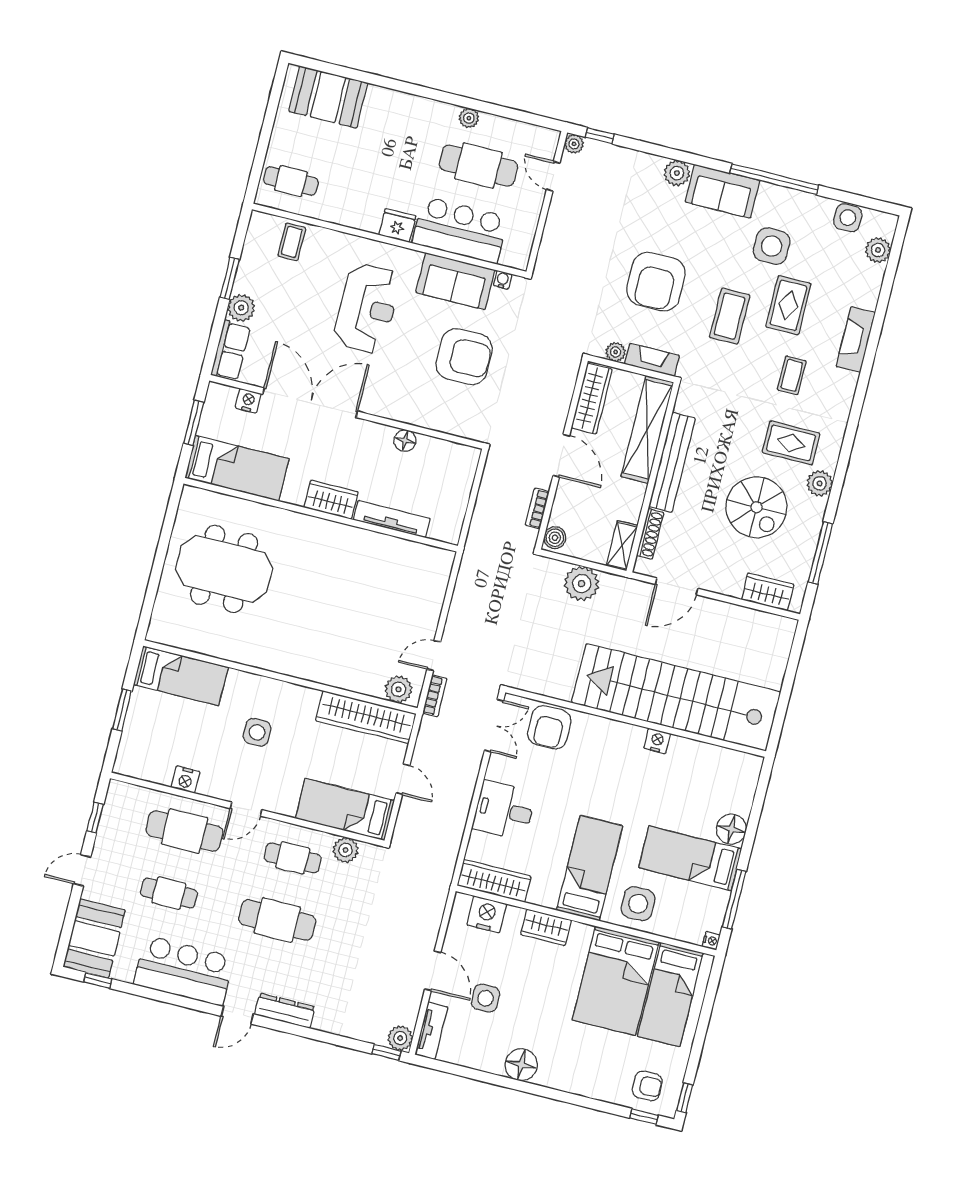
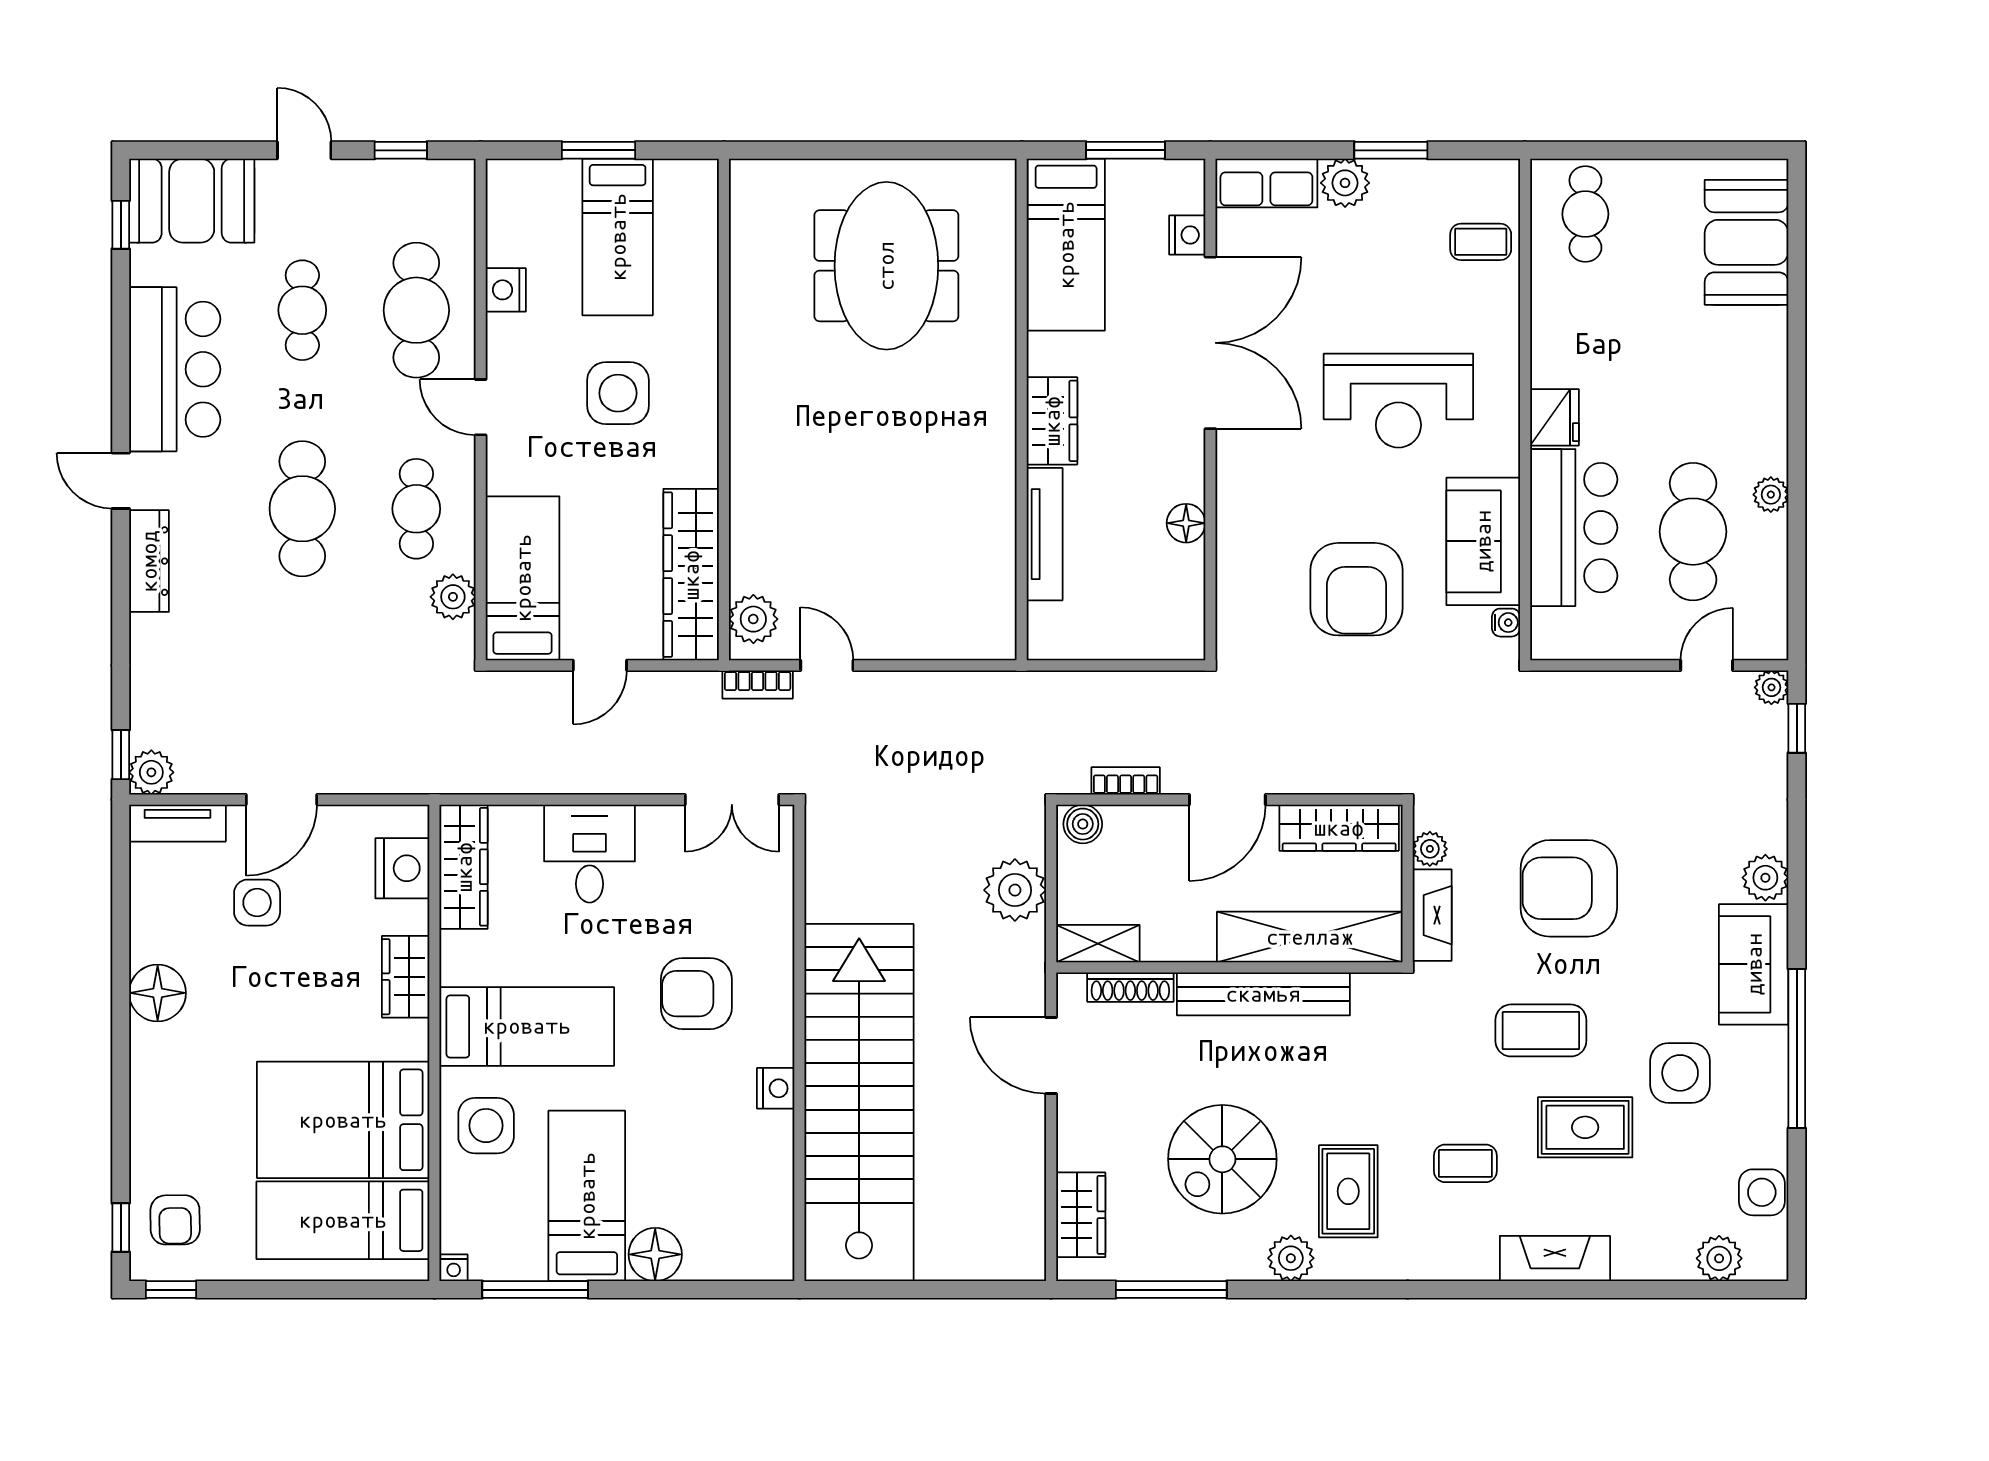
bed: (181, 676) -> (618, 237), moved
armchair: (549, 727) -> (696, 994), moved
side table: (257, 732) -> (618, 393), width x1.37, depth x1.37

